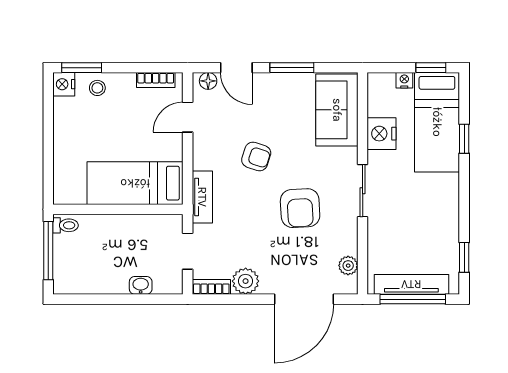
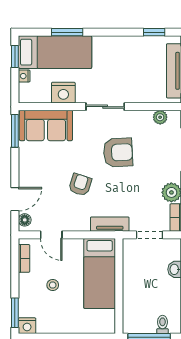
window: (292, 68) -> (15, 131), moved
stool: (97, 88) -> (53, 285), moved
window: (464, 139) -> (67, 32), width x1.50
toilet: (66, 225) -> (162, 324), moved

